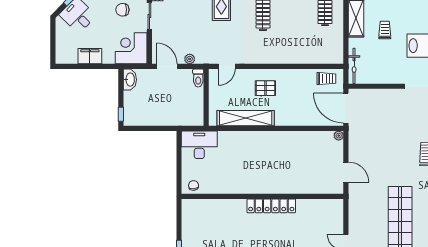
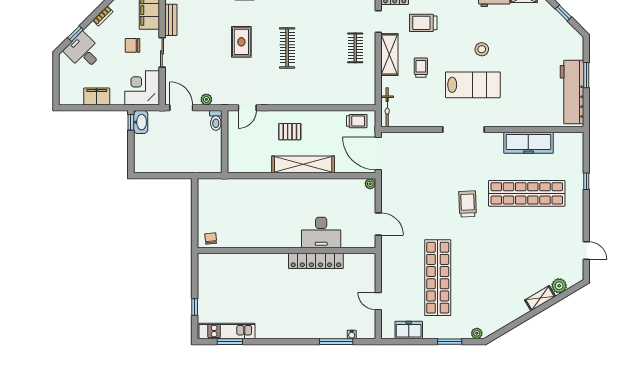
window: (121, 114) -> (131, 122), moved
shelving: (246, 118) -> (303, 164), moved
desk: (199, 145) -> (321, 232), moved, turned 180
locker: (271, 206) -> (316, 261), moved

